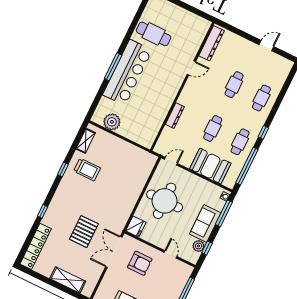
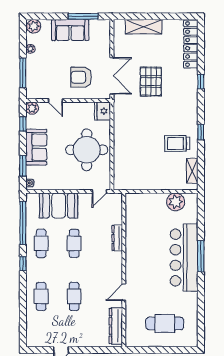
cafe table: (154, 34) -> (165, 324), moved
window: (224, 213) -> (23, 166), width x0.69
plant: (198, 246) -> (32, 108), moved

